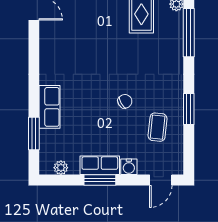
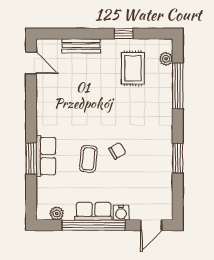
coffee table: (158, 127) -> (88, 159), moved
window: (34, 134) -> (31, 158), moved
window: (100, 180) -> (94, 225), width x2.11

